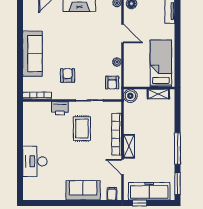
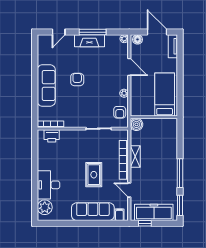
armchair: (68, 75) -> (77, 80), moved
shelving: (158, 94) -> (162, 123), removed
printer: (60, 108) -> (52, 136), moved
rug: (82, 128) -> (94, 175), moved
shelving: (129, 146) -> (135, 157), moved
plant: (31, 186) -> (45, 207), added
sofa: (83, 190) -> (93, 212), width x1.36

